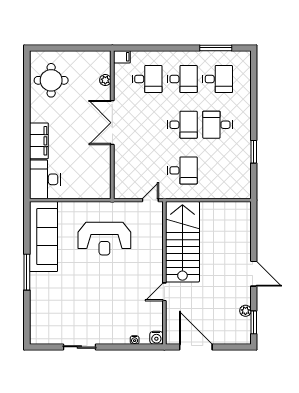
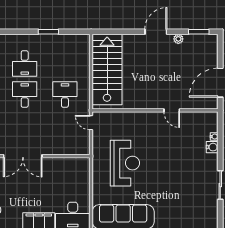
stairs: (182, 242) -> (107, 69), moved, turned 90
plant: (245, 311) -> (178, 39), moved
water cooler: (156, 338) -> (212, 147), moved

